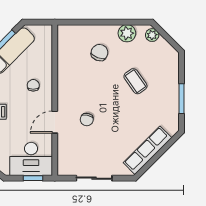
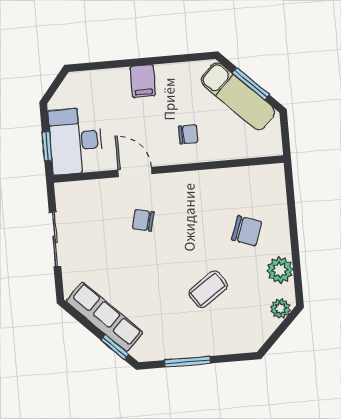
window: (168, 145) -> (115, 347), added

